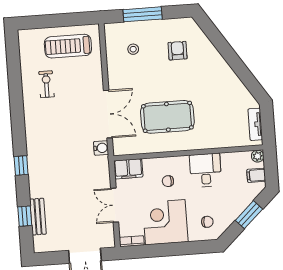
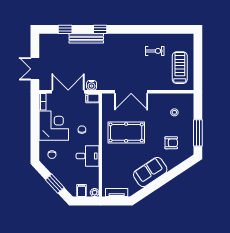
window: (143, 14) -> (198, 133), moved
sofa: (222, 78) -> (150, 172), added
pool table: (167, 117) -> (126, 132), turned 90
water cooler: (101, 148) -> (92, 85), moved
filing cabinet: (128, 169) -> (92, 98), width x0.50
double door: (115, 205) -> (68, 92), width x1.37
bench: (38, 217) -> (86, 38), moved, width x1.36

